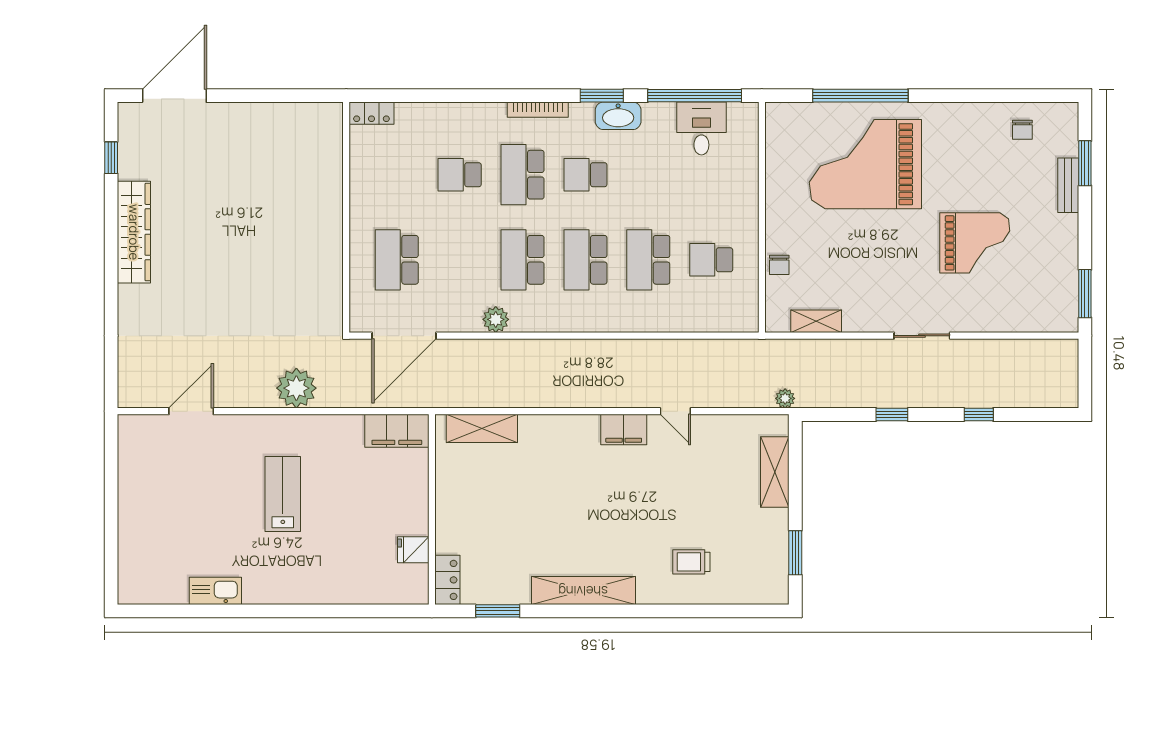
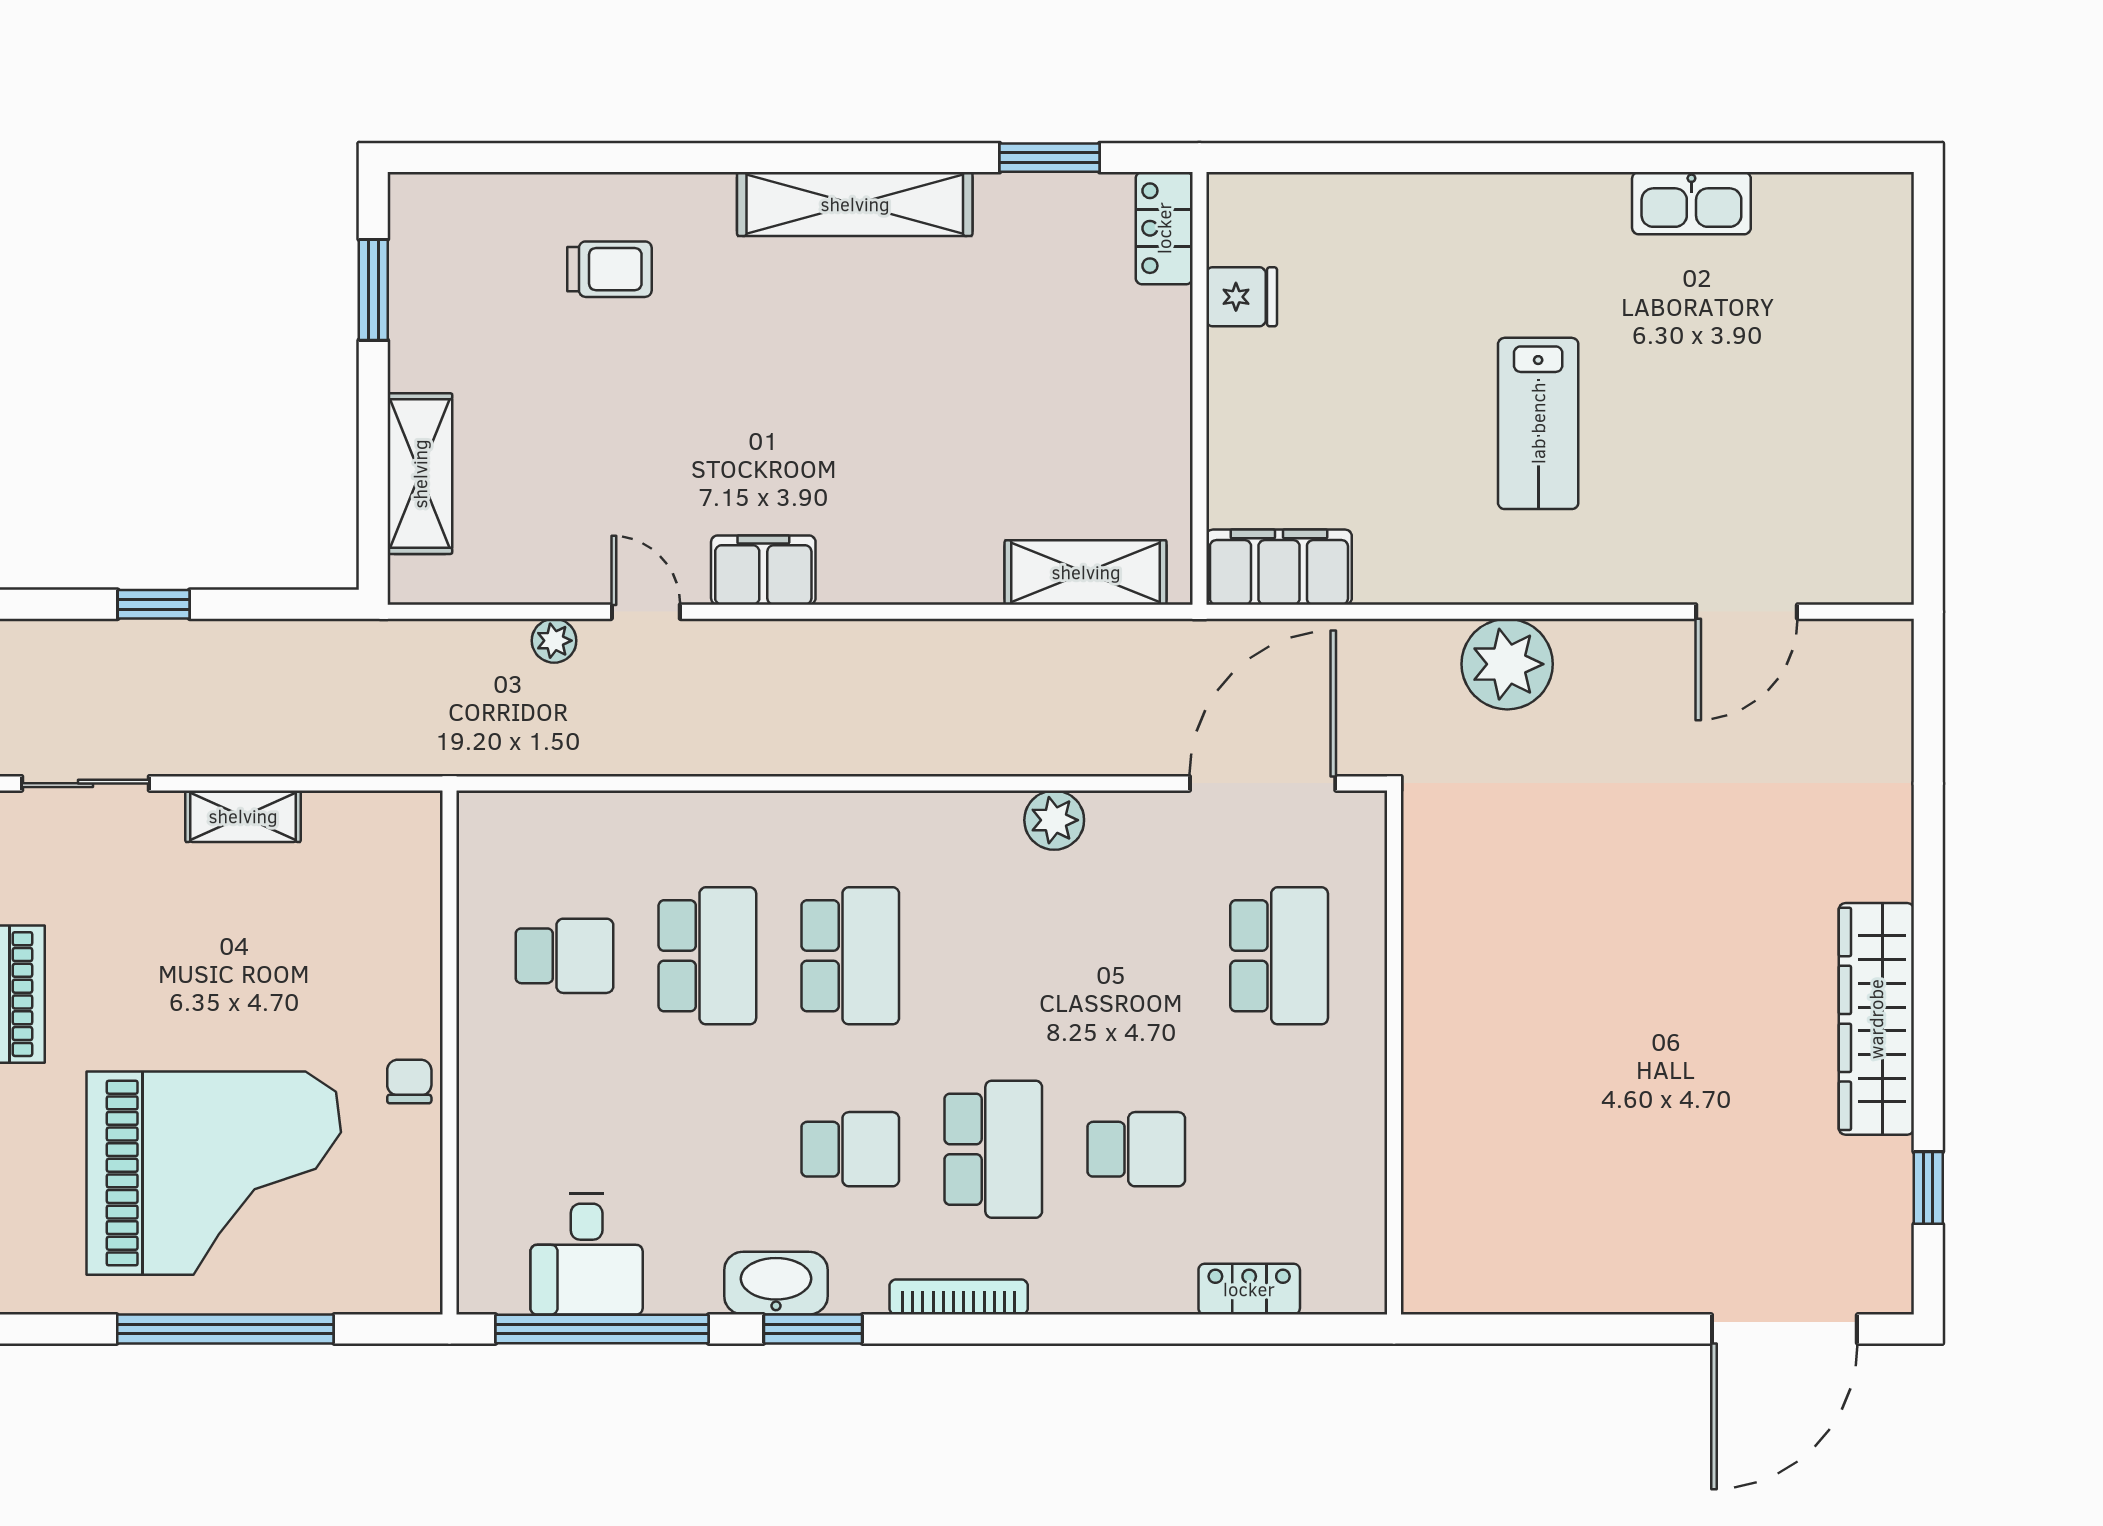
locker: (371, 113) -> (1249, 1289), moved
school desk: (523, 260) -> (993, 956), removed
chair: (779, 265) -> (409, 1082), moved
shelving: (816, 321) -> (243, 816), moved
plant: (785, 398) -> (554, 641), moved

